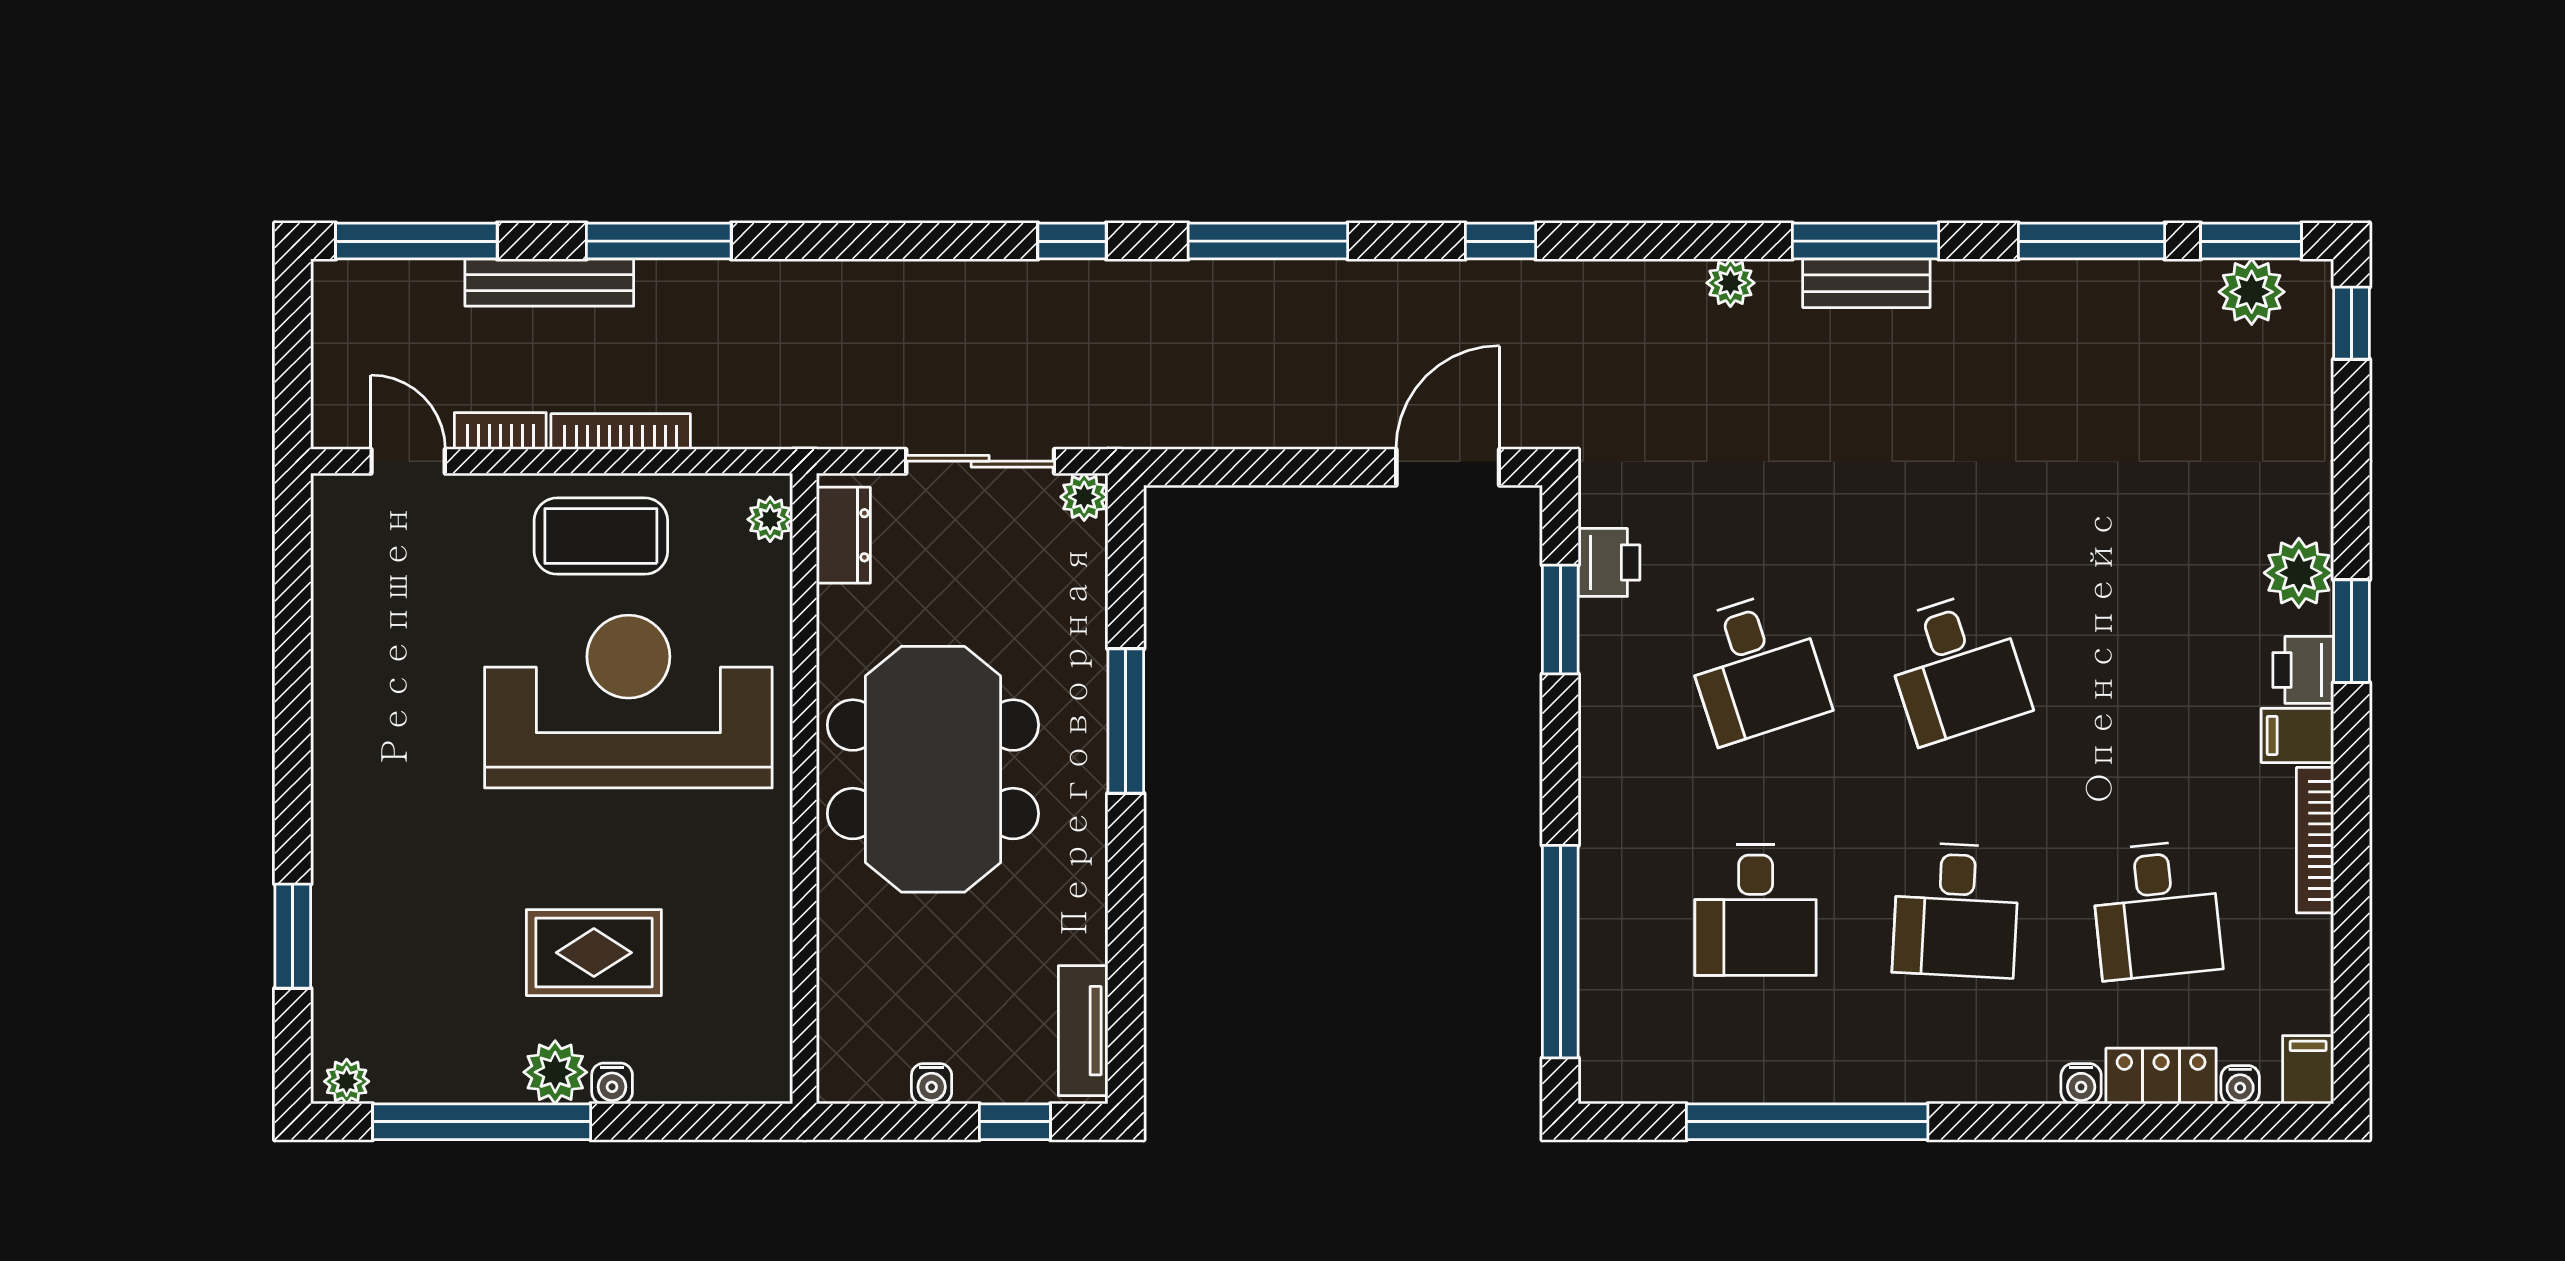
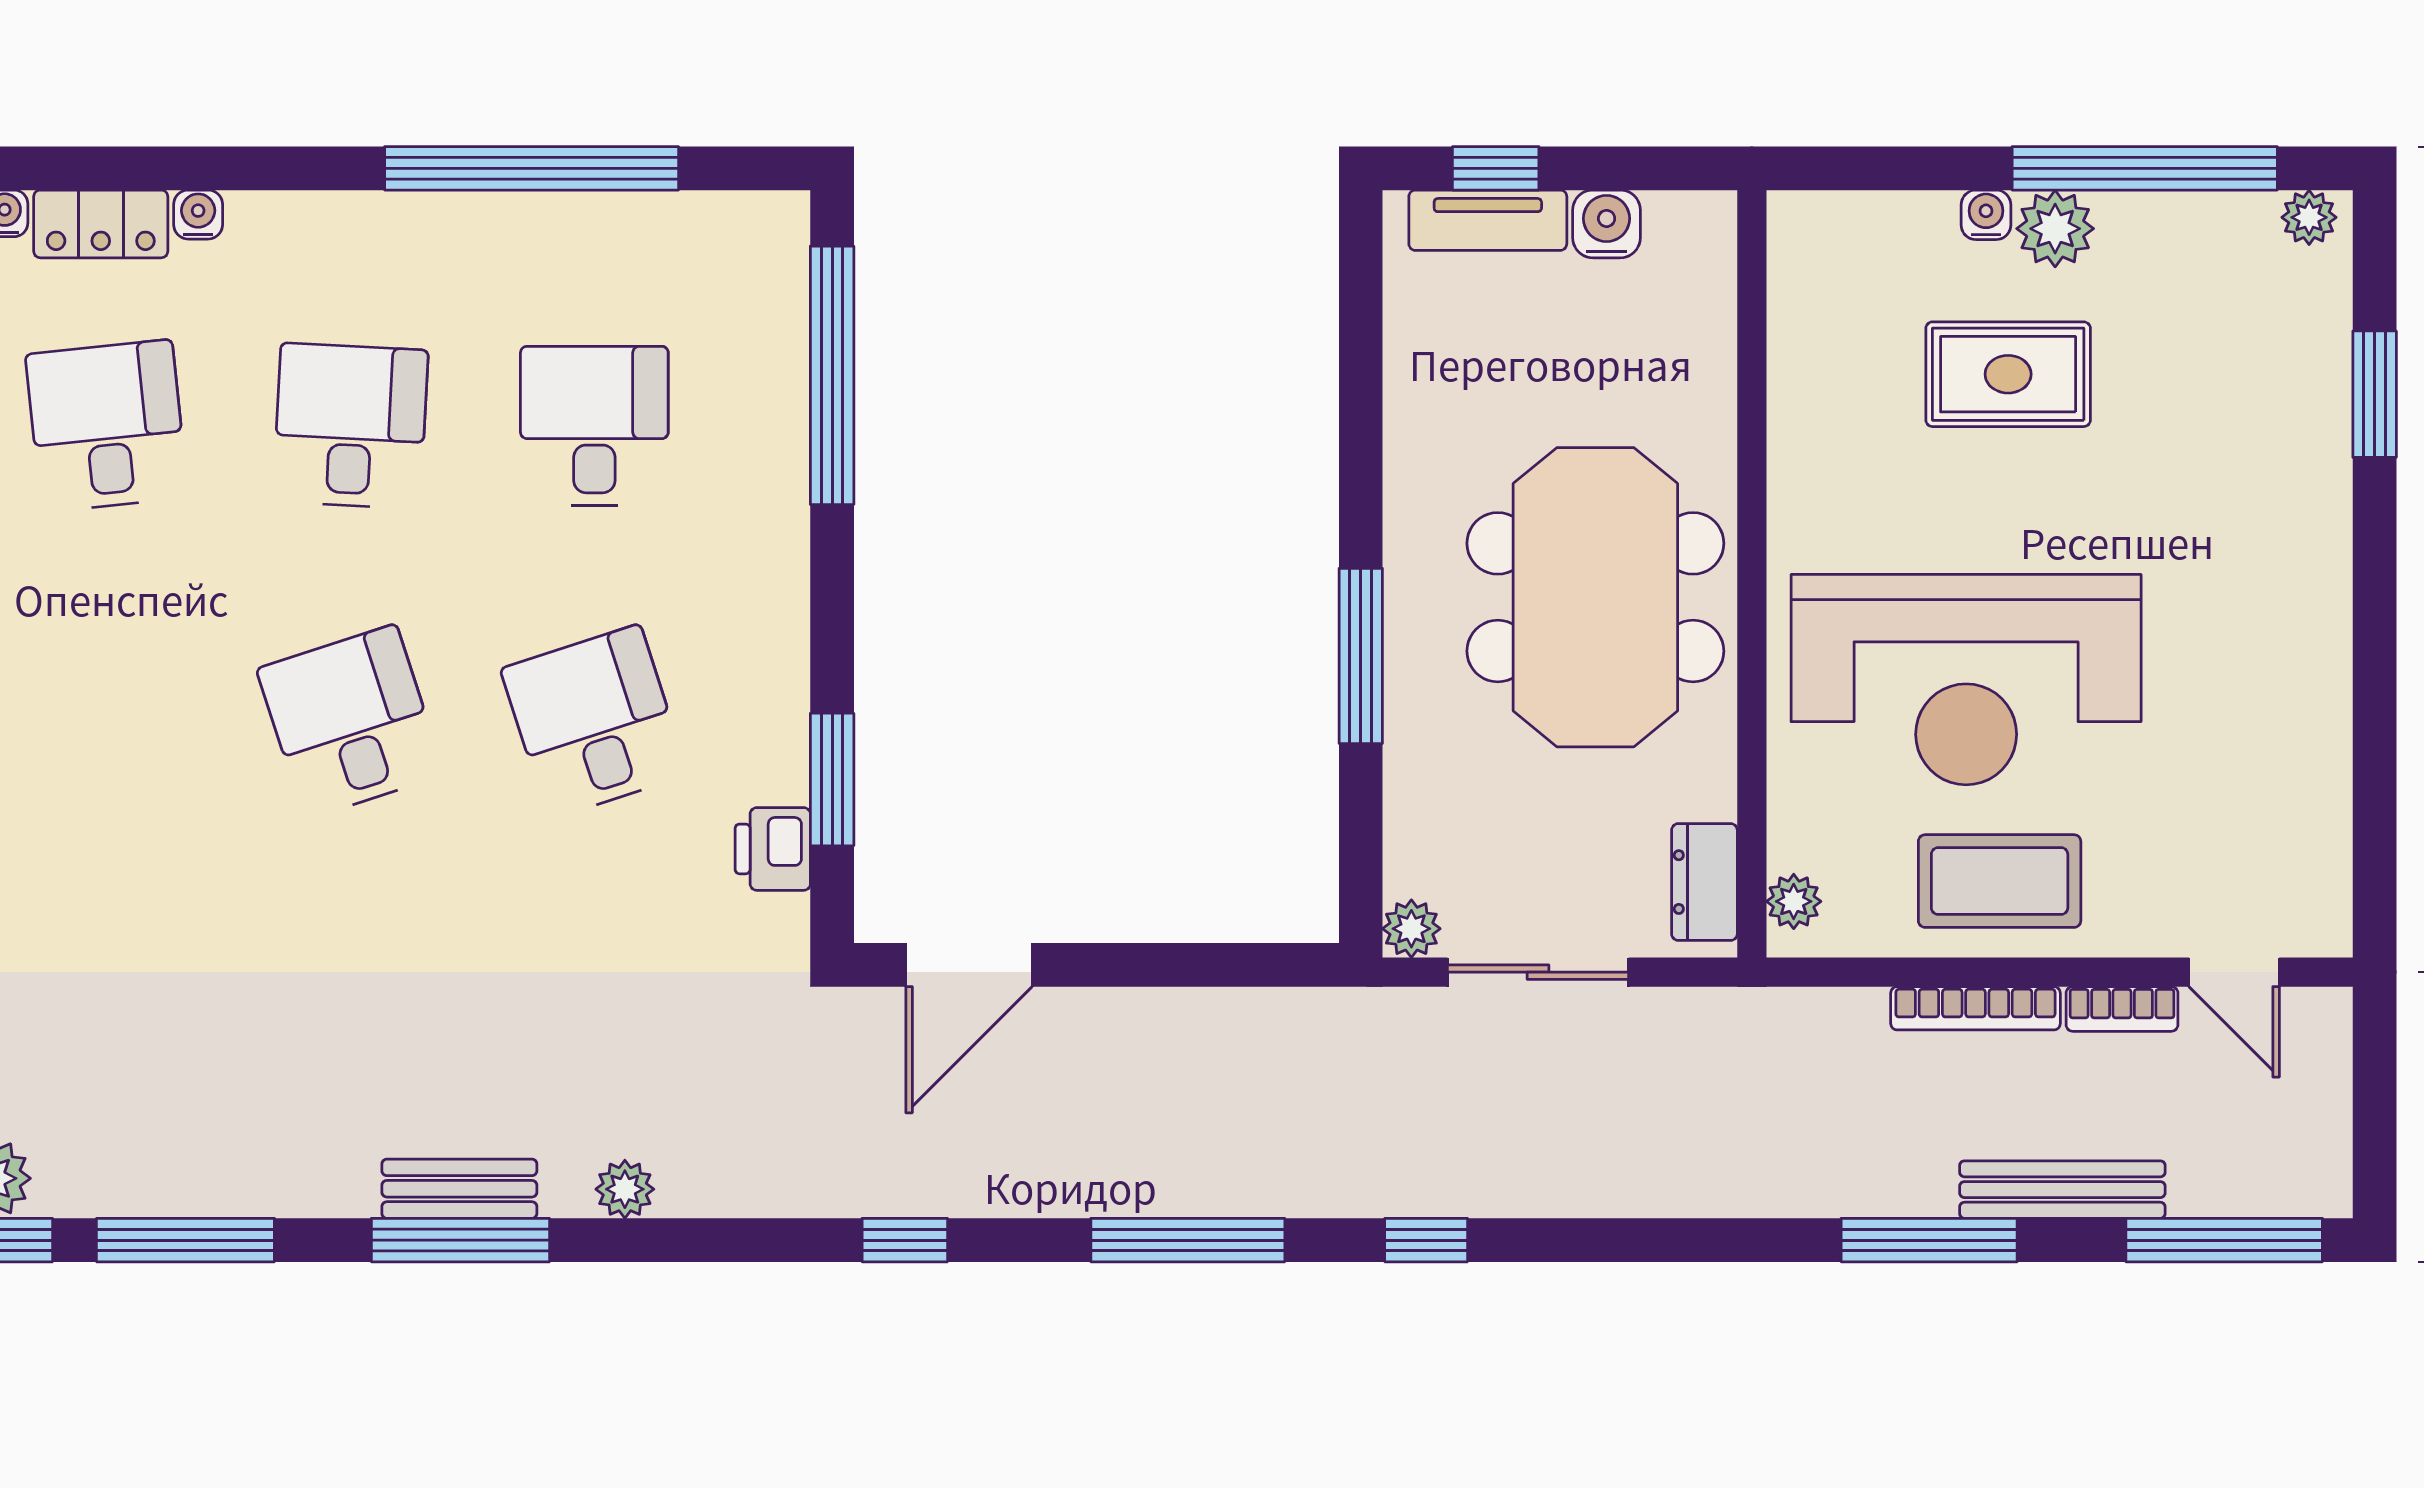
tv unit: (1083, 1031) -> (1488, 220), moved, turned 90
water cooler: (932, 1084) -> (1607, 224), width x1.38, depth x1.38

